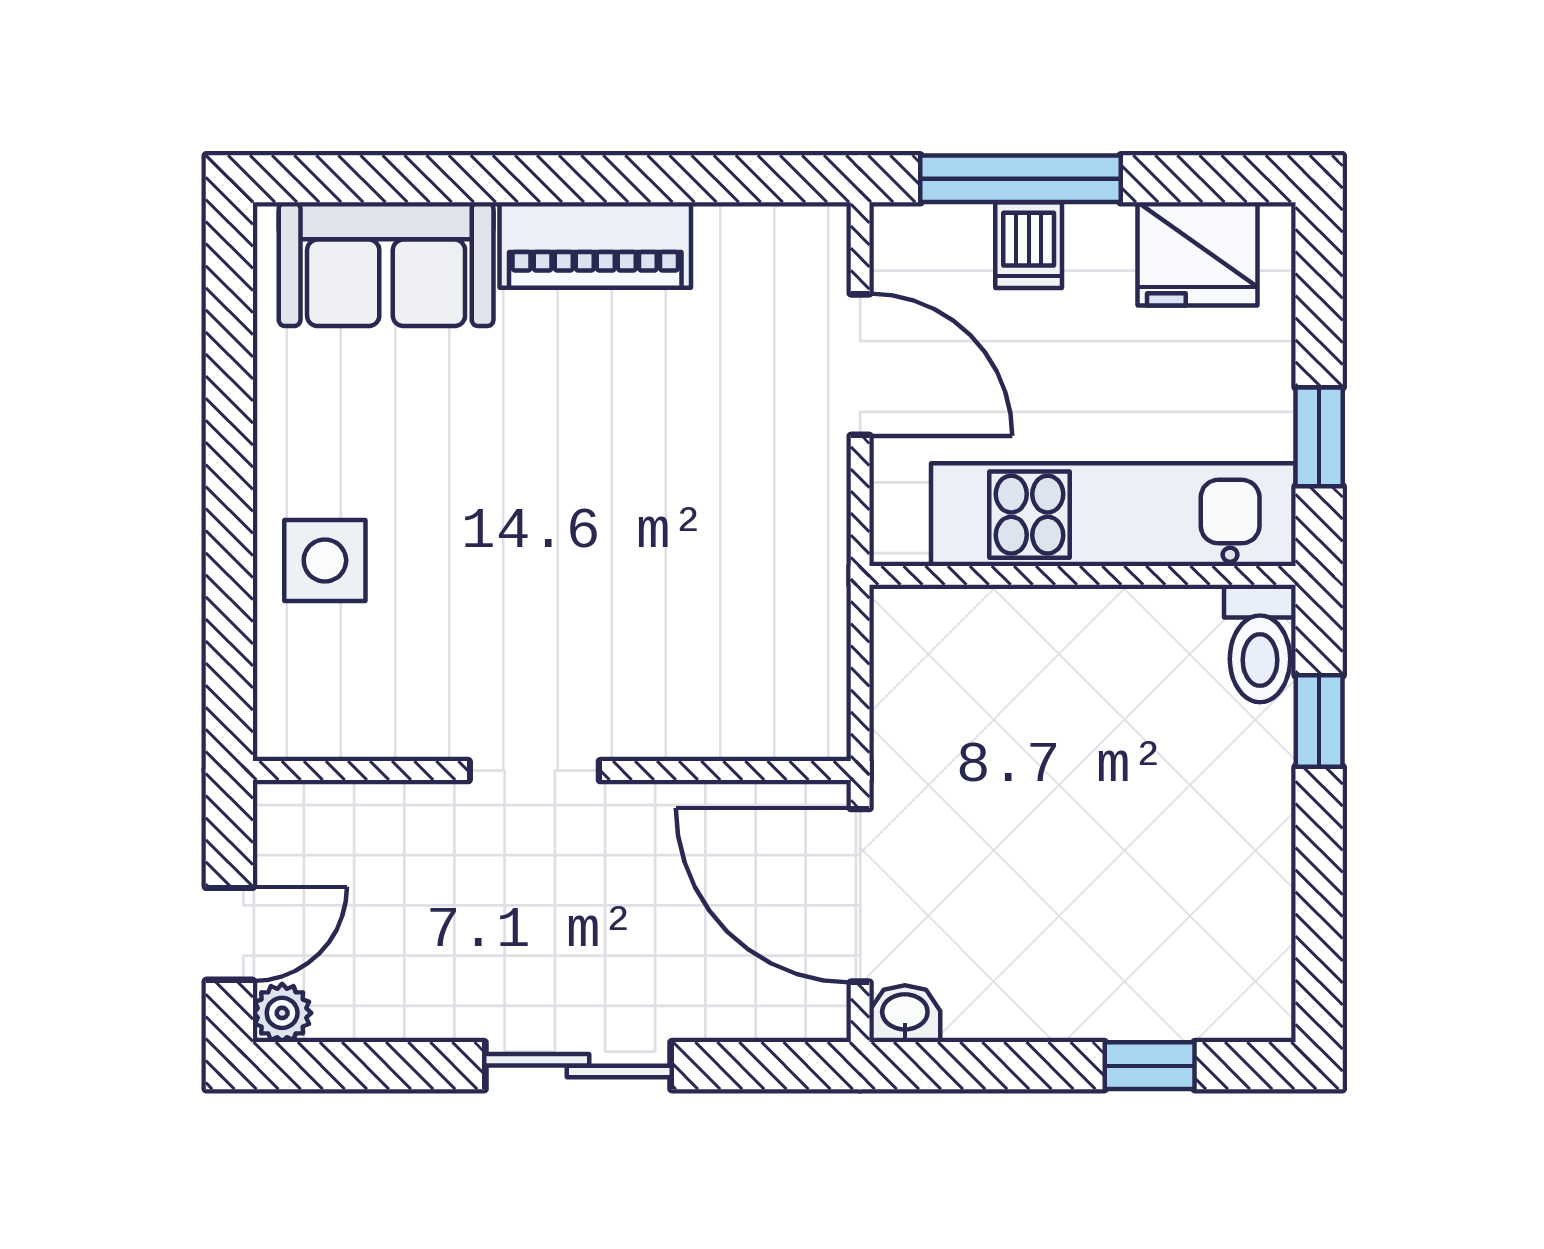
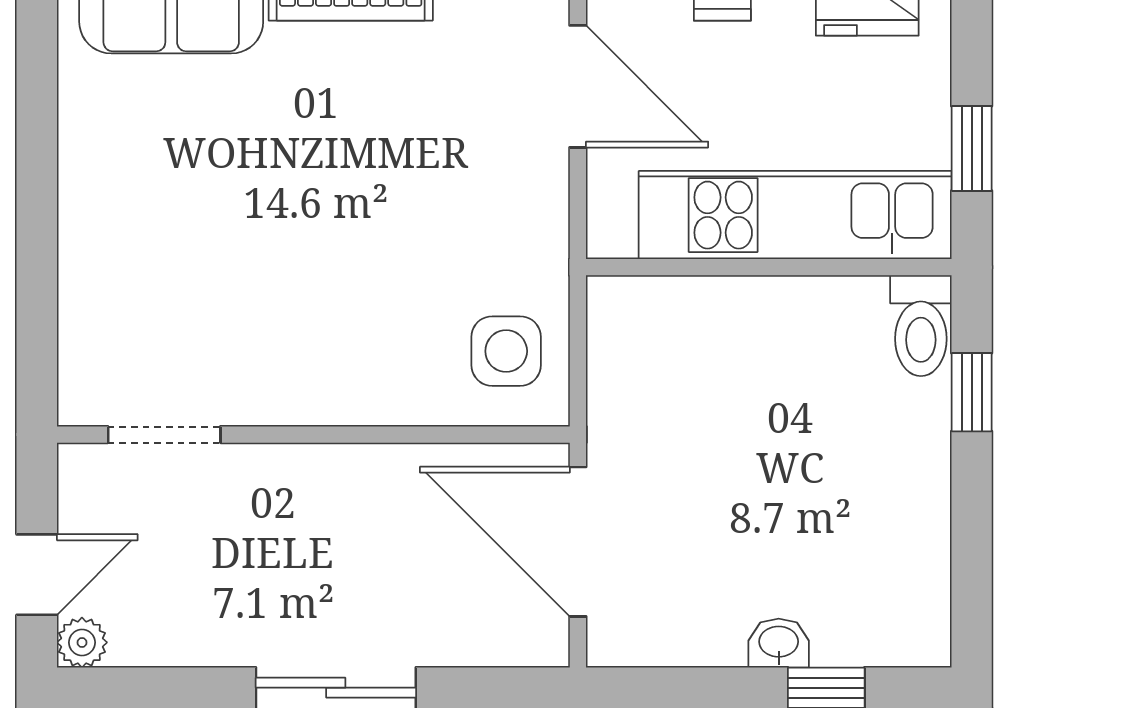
side table: (325, 560) -> (506, 351), moved
doorway: (534, 771) -> (164, 435), moved
washbasin: (905, 1014) -> (779, 643), moved

